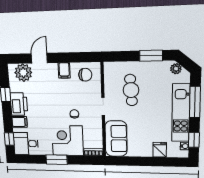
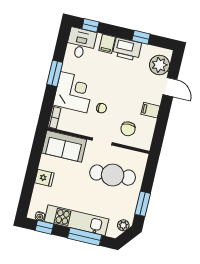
chair: (85, 75) -> (128, 129), moved
cafe table: (131, 90) -> (113, 175), width x1.37, depth x1.35
fridge: (160, 150) -> (44, 178), moved

